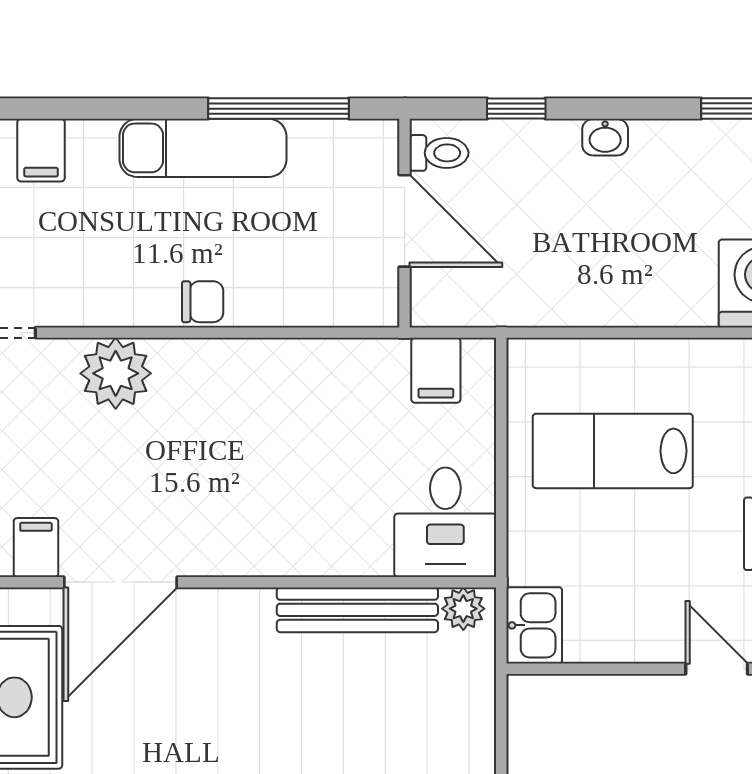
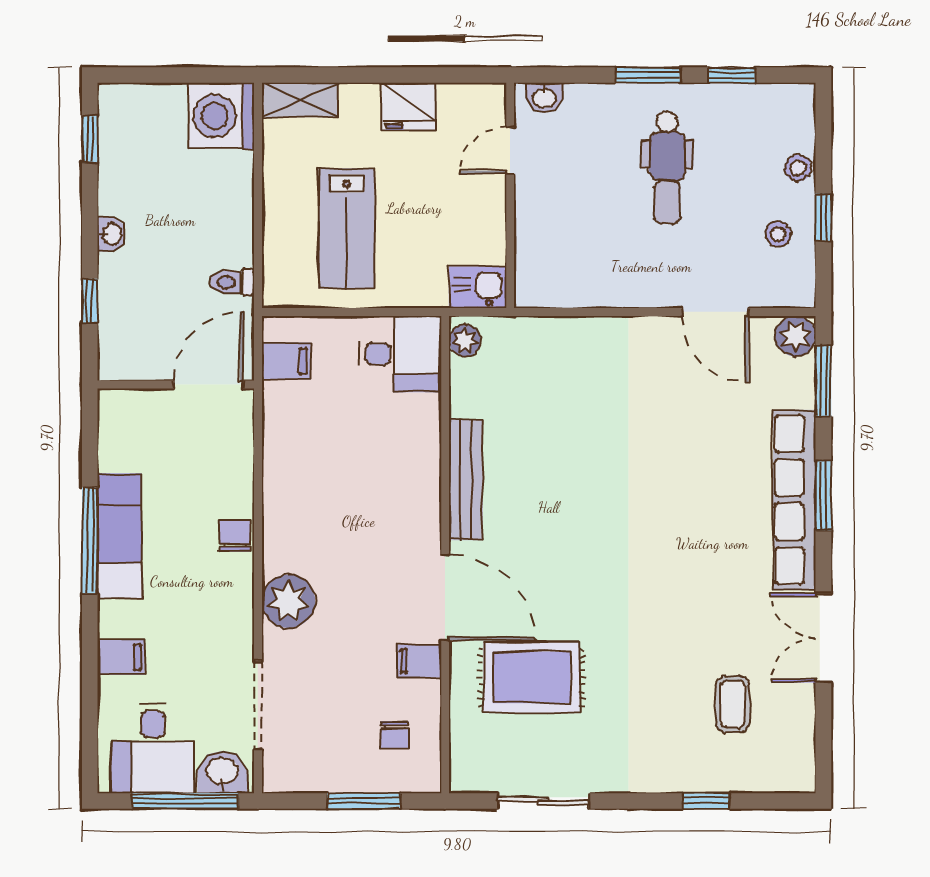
window: (279, 109) -> (90, 540), moved
toilet: (439, 153) -> (232, 282), moved, turned -90
door: (405, 221) -> (209, 385), moved
bench: (357, 610) -> (466, 480), moved

